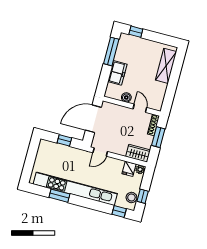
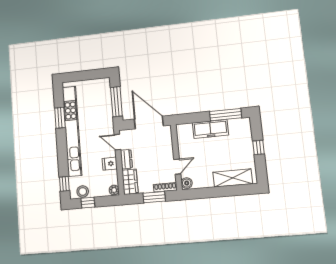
window: (136, 32) -> (258, 147), moved
freezer: (117, 73) -> (210, 129), width x1.40
boiler: (126, 97) -> (187, 183), moved
window: (64, 140) -> (116, 102), width x2.17
dresser: (118, 149) -> (126, 159), added
fridge: (129, 169) -> (110, 164), moved

